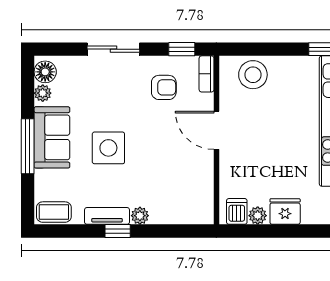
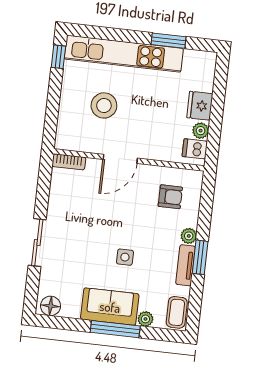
window: (182, 49) -> (44, 181), removed
stool: (253, 75) -> (104, 105), moved
armchair: (164, 87) -> (170, 197), moved, turned 90
plant: (43, 93) -> (145, 319), moved
side table: (108, 148) -> (125, 257), width x0.54, depth x0.54
window: (118, 231) -> (200, 257), width x1.50

